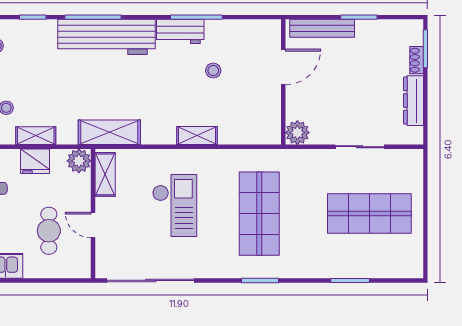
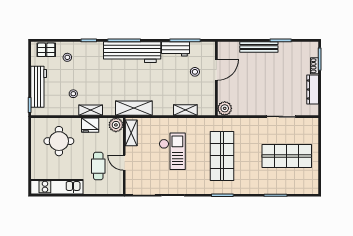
door: (283, 67) -> (216, 70), moved
wall: (283, 82) -> (216, 79), moved
plant: (297, 133) -> (225, 108), moved

